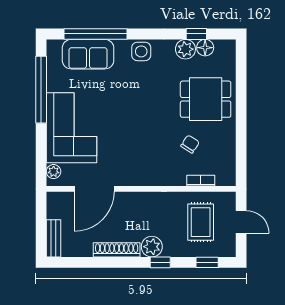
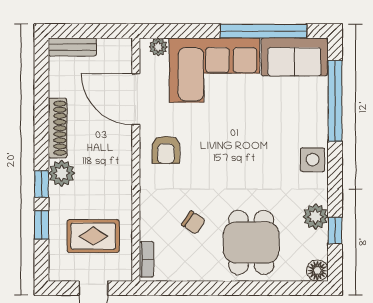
floor lamp: (205, 48) -> (317, 271), moved
sofa: (88, 54) -> (294, 57), moved, turned -90
armchair: (134, 166) -> (166, 150), added
bookcase: (201, 181) -> (146, 259), moved
window: (207, 262) -> (41, 225), moved

